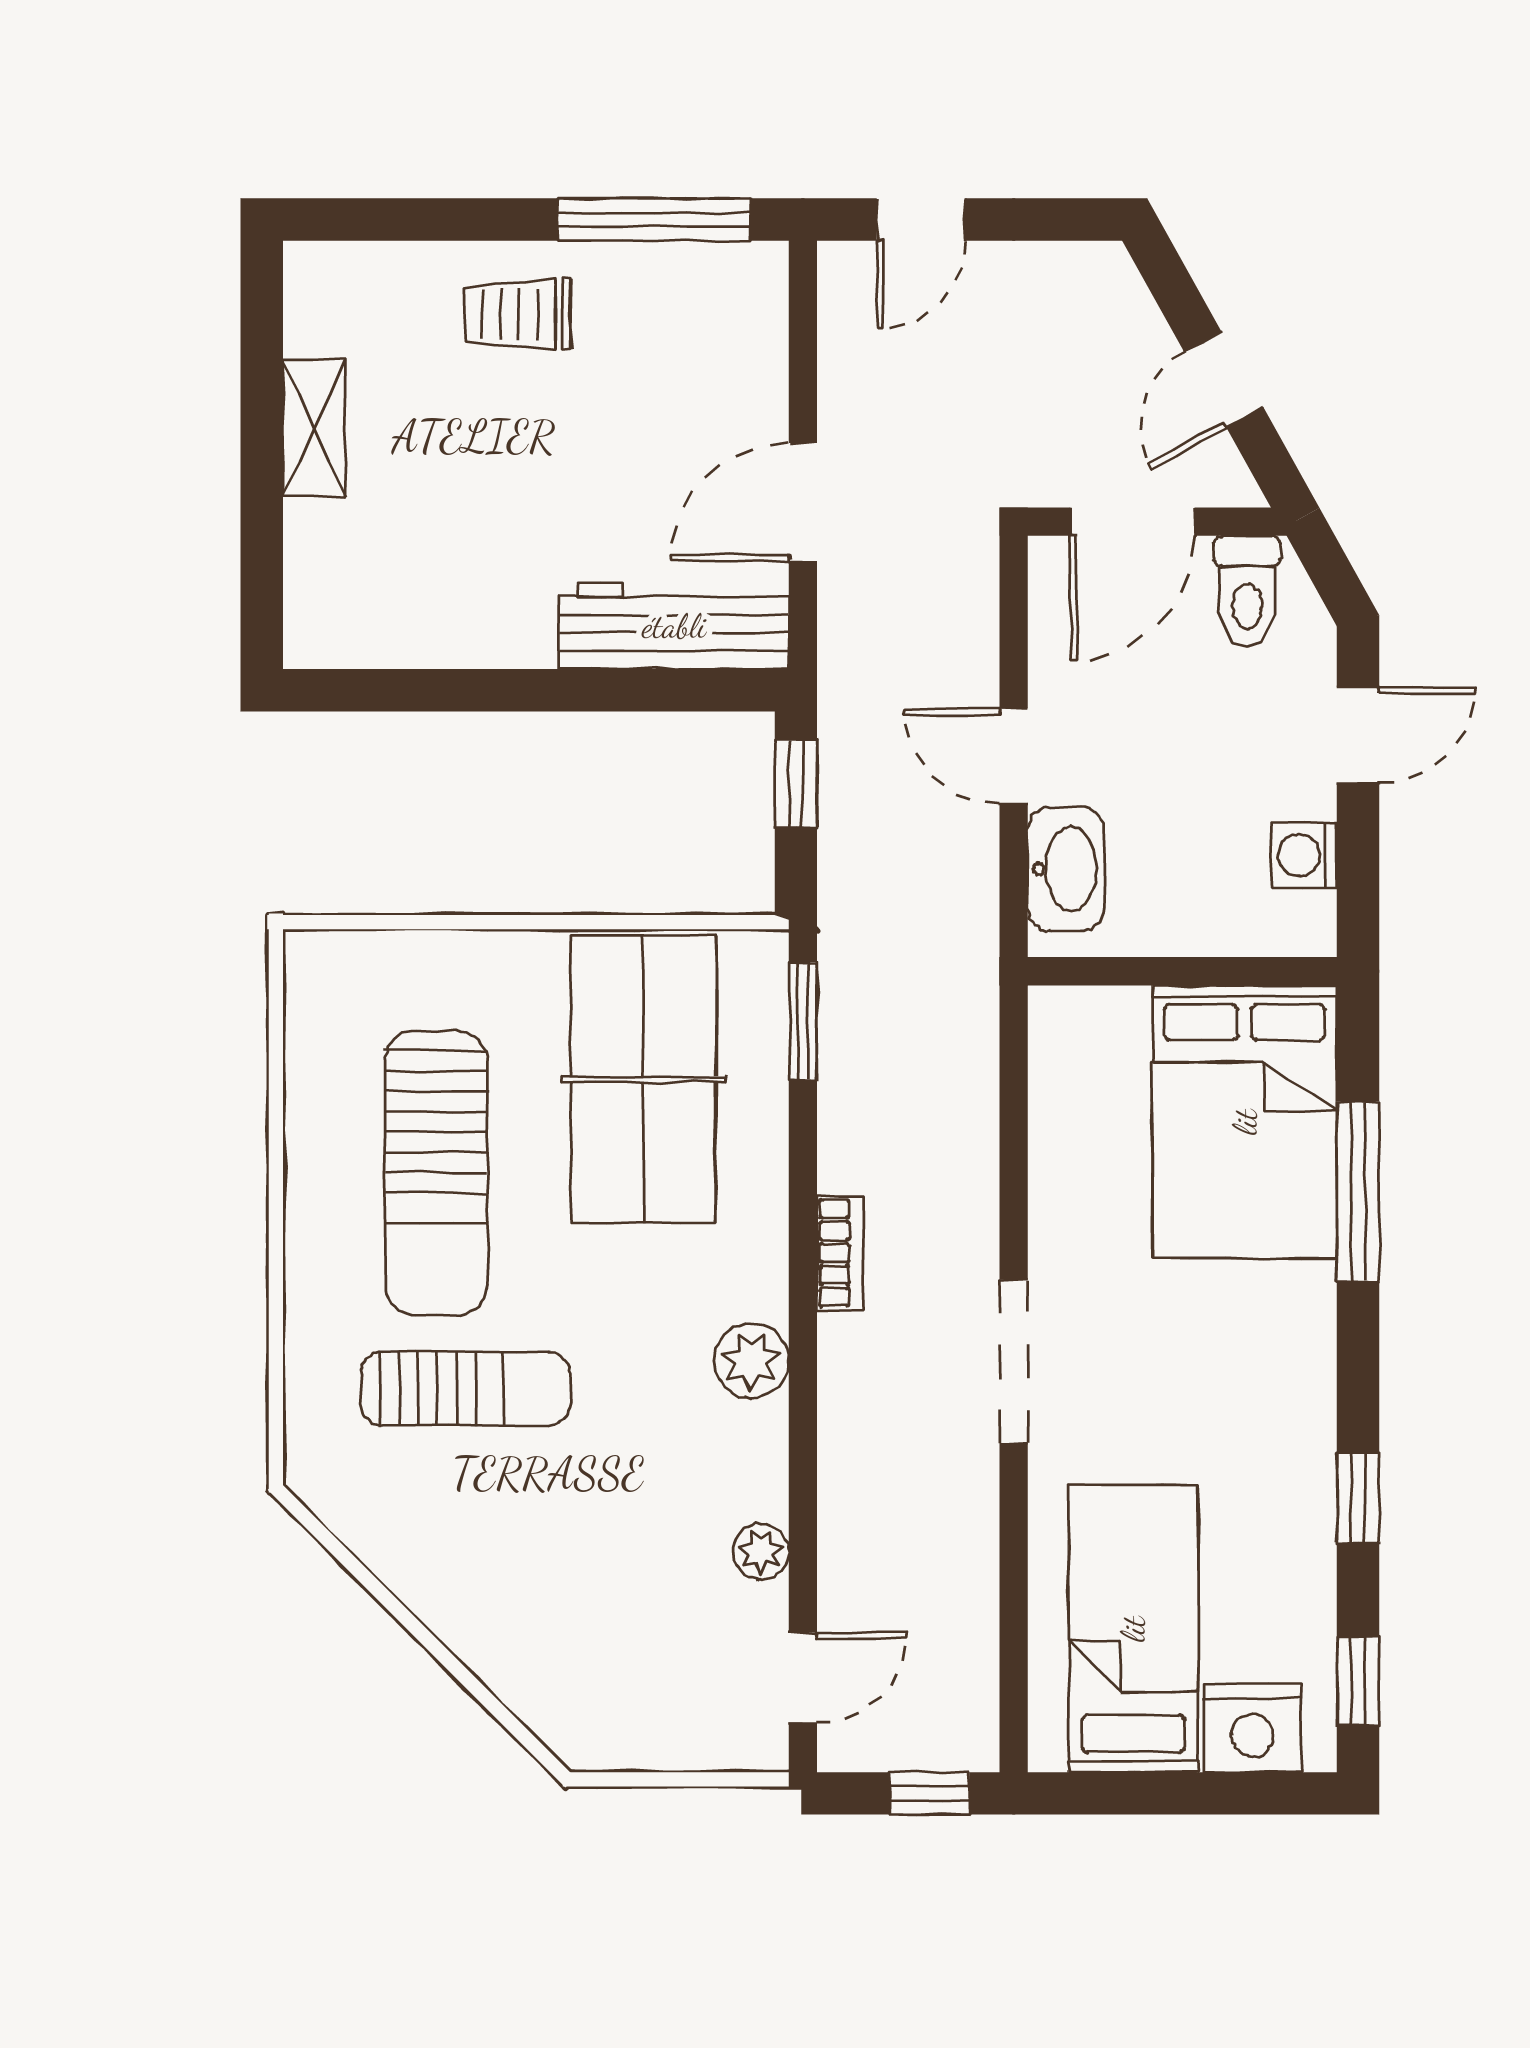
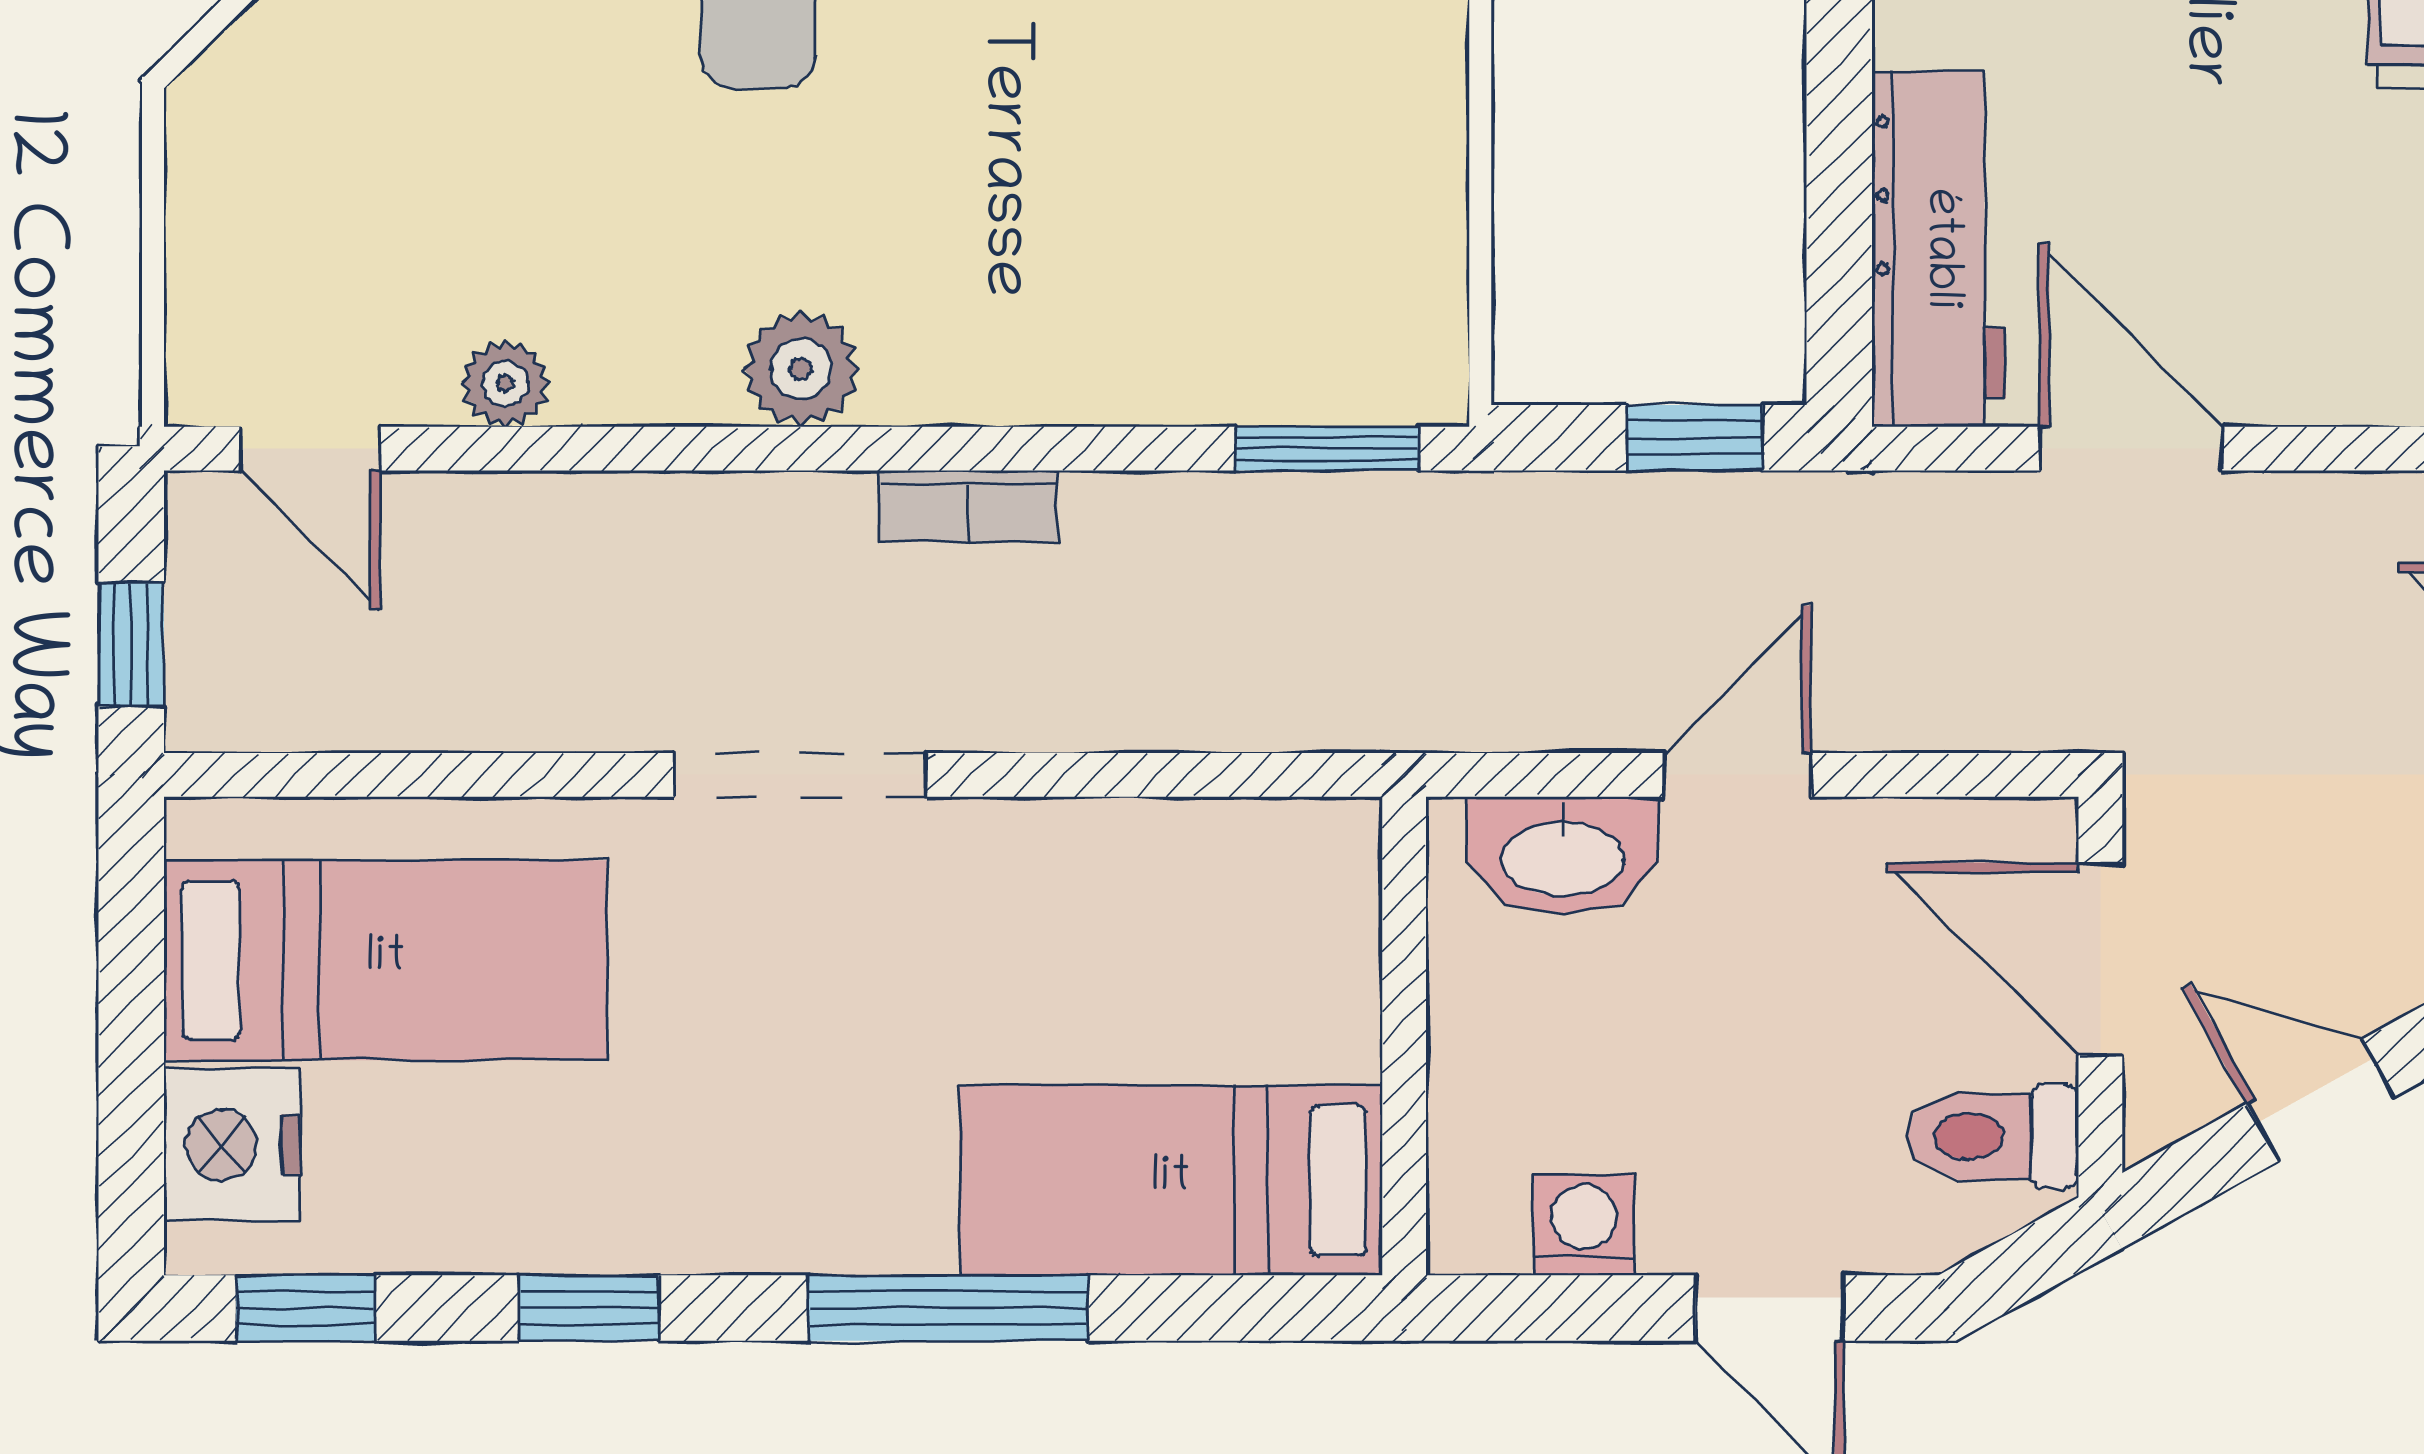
table tennis table: (644, 1079) -> (1237, 202), removed
bed: (1245, 1122) -> (1171, 1180), width x0.67
window: (1358, 1192) -> (948, 1308), moved

